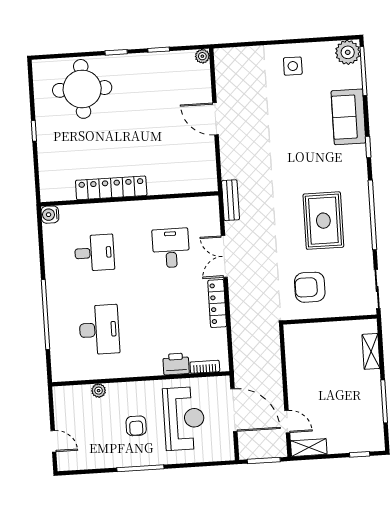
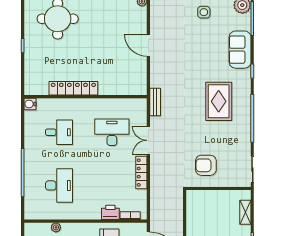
rug: (323, 221) -> (219, 101), moved
desk: (171, 248) -> (112, 132), width x1.37

